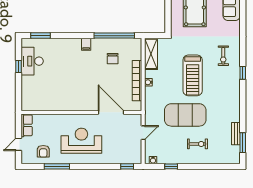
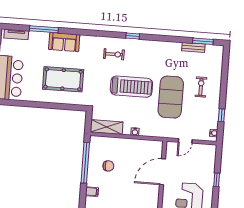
bookcase: (137, 81) -> (132, 143), removed
door: (143, 133) -> (185, 141), swing flipped
window: (127, 166) -> (217, 180), moved

